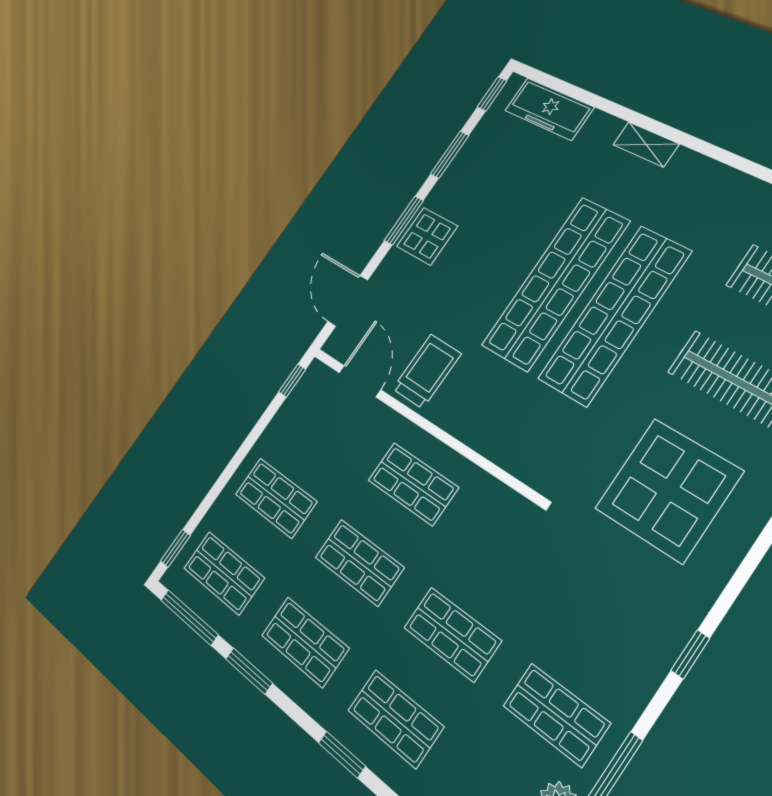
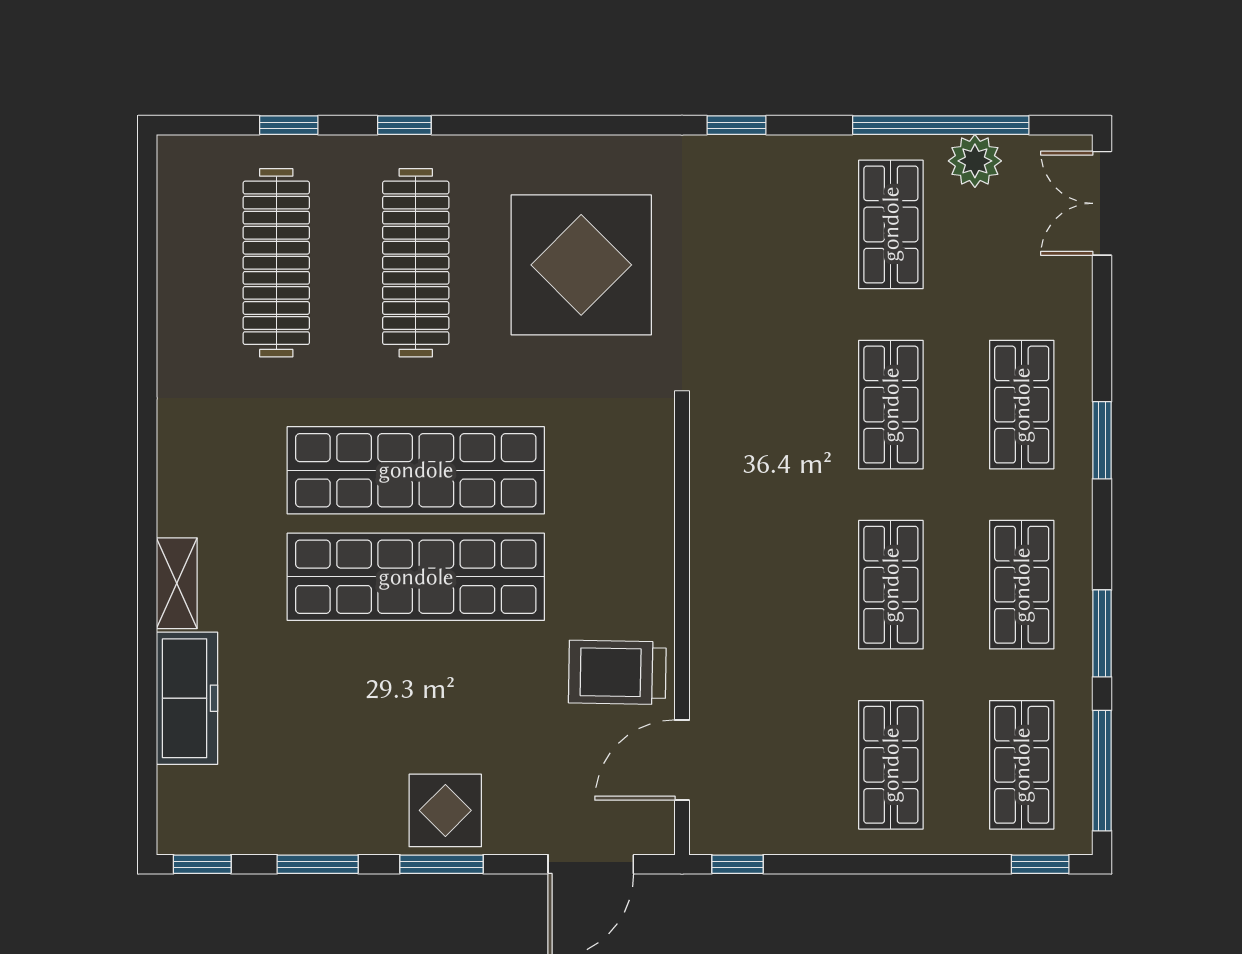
freezer: (549, 109) -> (187, 698), moved
shop shelf: (413, 484) -> (760, 585), removed

